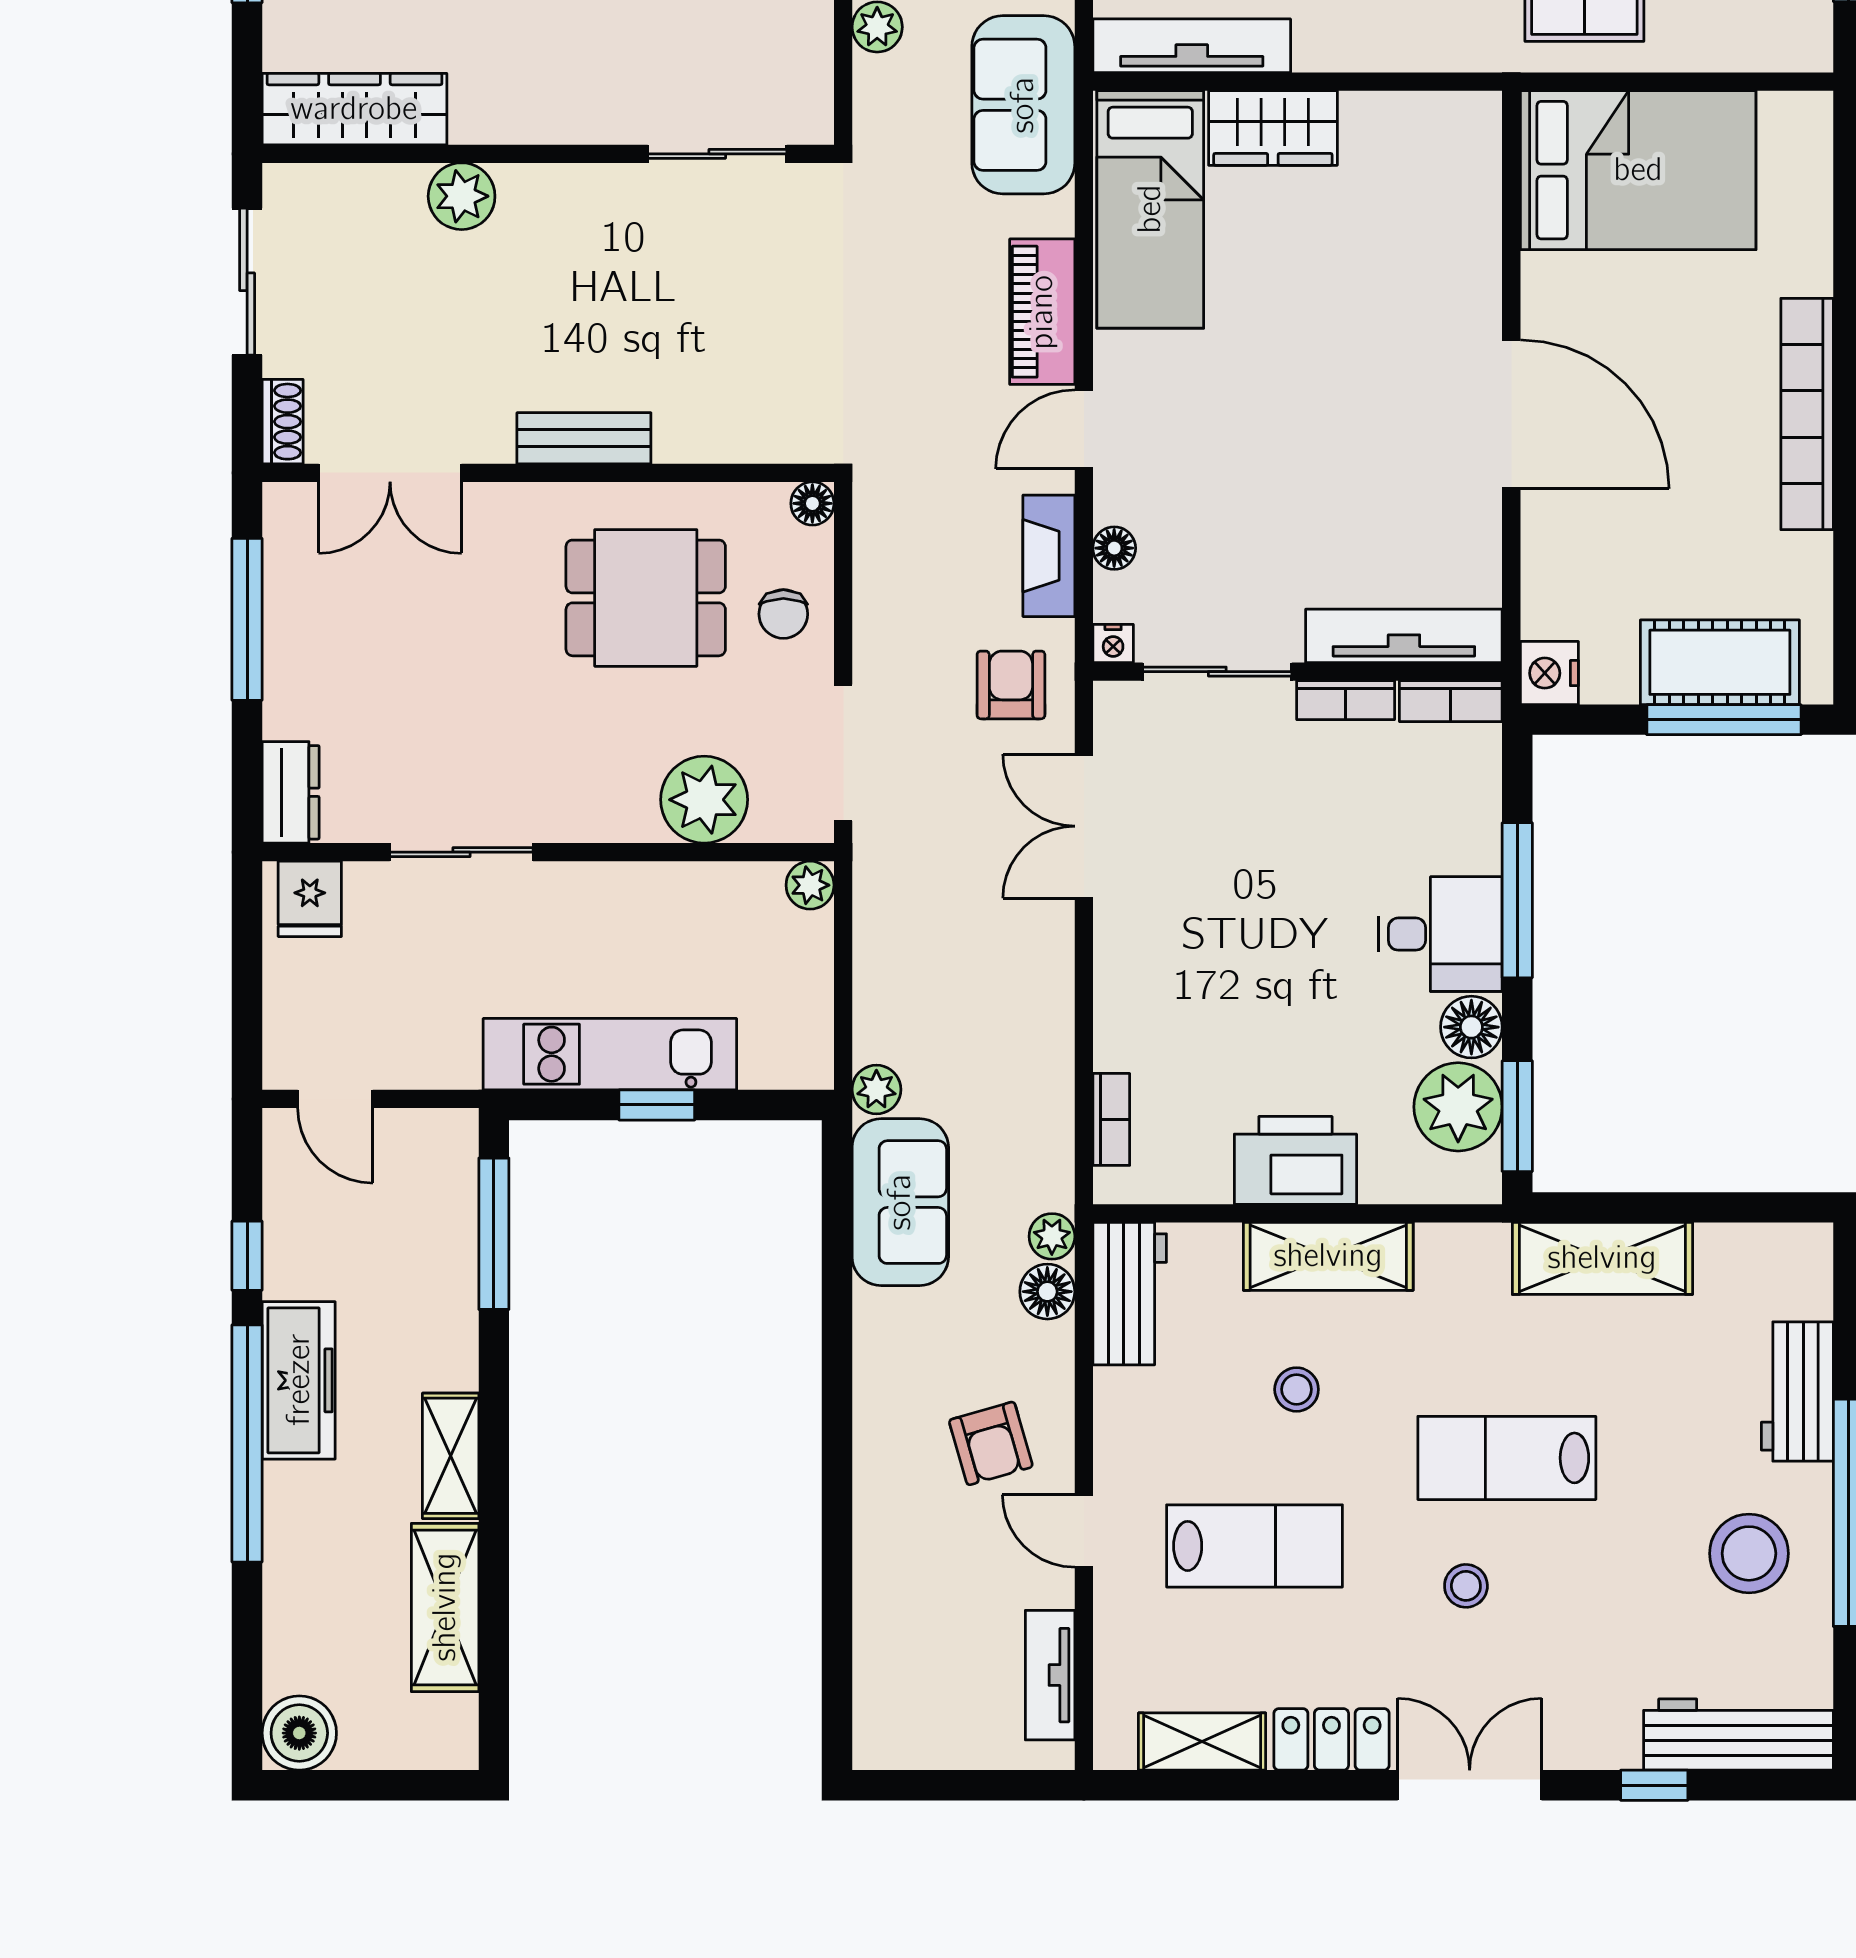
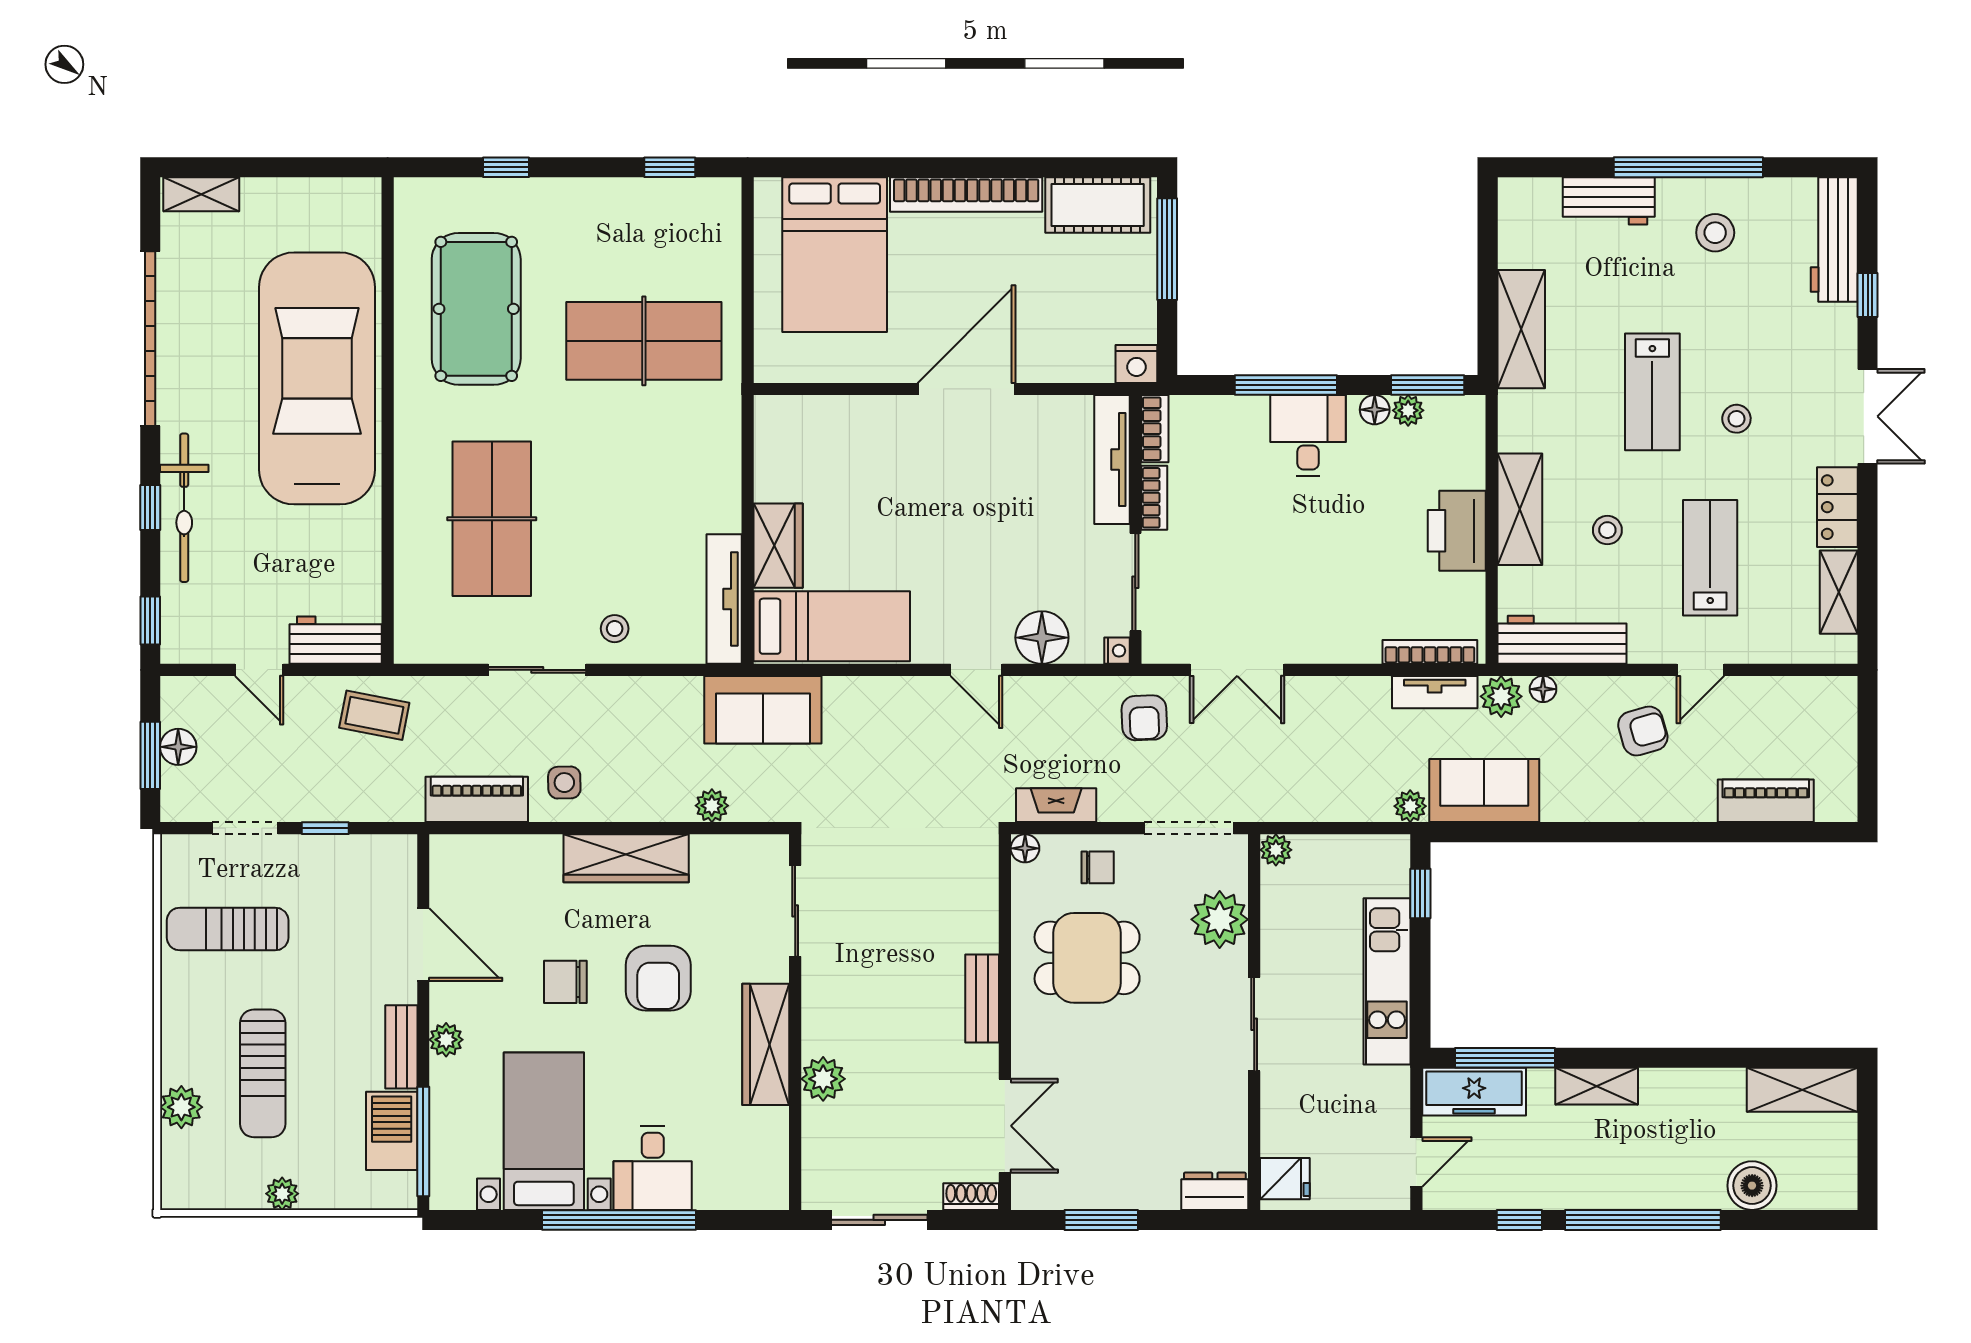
wardrobe: (354, 109) -> (766, 1044), moved
bed: (1638, 170) -> (835, 255), moved, turned 180
piano: (1042, 312) -> (1766, 801), moved, turned 180
floor lamp: (1114, 548) -> (1042, 638), width x1.89, depth x1.89
fireplace: (1049, 556) -> (1056, 805), moved, turned 180
dining table: (646, 598) -> (1087, 958), turned 90
window: (247, 619) -> (1101, 1220), width x0.69
cot: (1720, 662) -> (1098, 205), moved, turned 90
armchair: (1011, 685) -> (1144, 718), turned -92
sliding door: (461, 852) -> (1254, 1024), moved
floor lamp: (1471, 1027) -> (1375, 410), width x0.73, depth x0.73
window: (657, 1105) -> (1420, 894), moved
plant: (1458, 1107) -> (1408, 410), width x0.53, depth x0.53
bookcase: (1111, 1119) -> (1430, 652), width x1.56
plant: (1052, 1236) -> (1501, 696), width x1.38, depth x1.38
floor lamp: (1047, 1292) -> (1543, 689), width x0.73, depth x0.73
workbench: (1130, 1294) -> (1562, 640), width x1.38
freezer: (299, 1380) -> (1474, 1092), moved, turned 180
shelving: (451, 1456) -> (1597, 1086), moved
stool: (1749, 1553) -> (1715, 233), width x0.73, depth x0.73
shelving: (445, 1607) -> (1802, 1090), moved
tv unit: (1050, 1675) -> (1435, 692), moved
boiler: (299, 1733) -> (1752, 1186), moved
double door: (1470, 1785) -> (1868, 416), swing flipped

